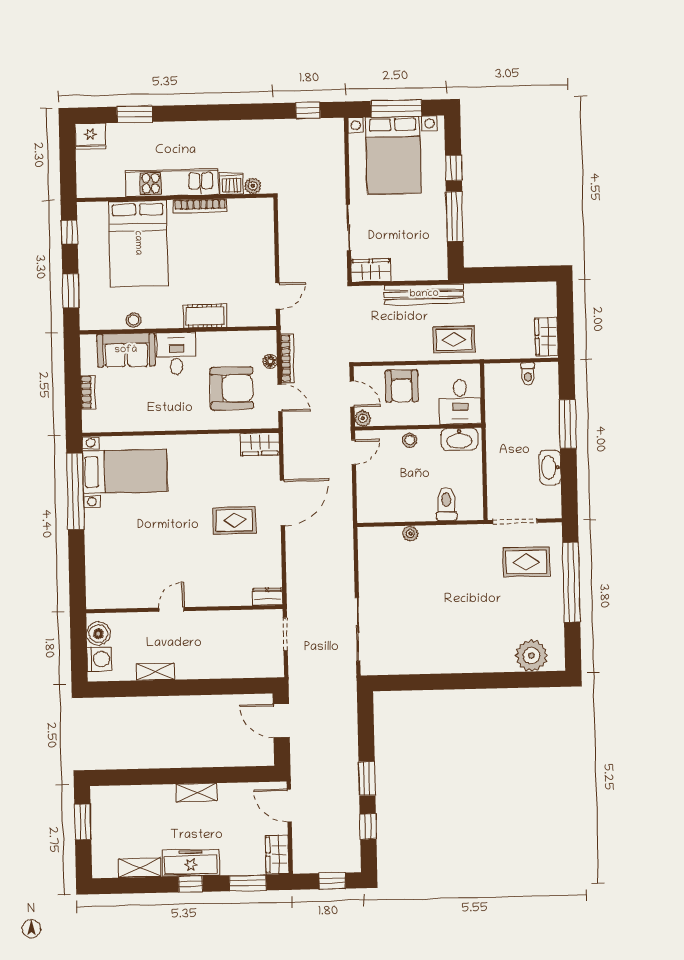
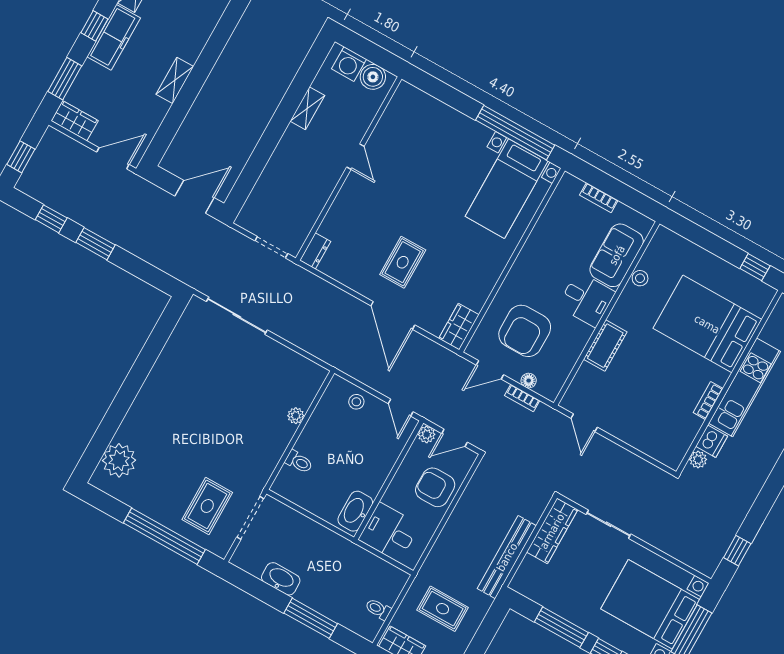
bookcase: (200, 206) -> (708, 401), width x0.64
wardrobe: (371, 270) -> (552, 531), width x1.50
window: (71, 291) -> (701, 237), removed
rug: (454, 340) -> (443, 609), moved, turned 90
bookcase: (287, 358) -> (522, 398), width x0.64
stool: (410, 440) -> (356, 402), moved
toilet: (446, 504) -> (299, 462), width x0.73, depth x0.72

